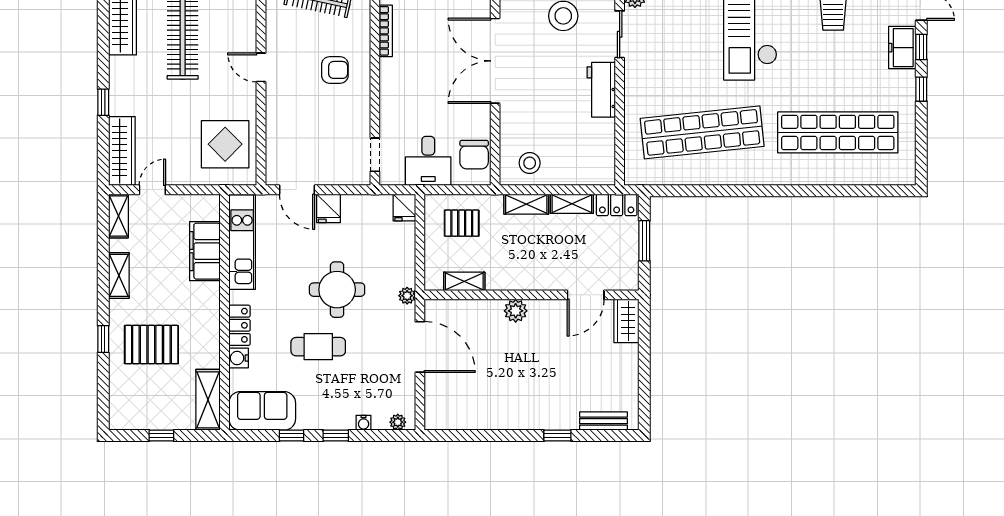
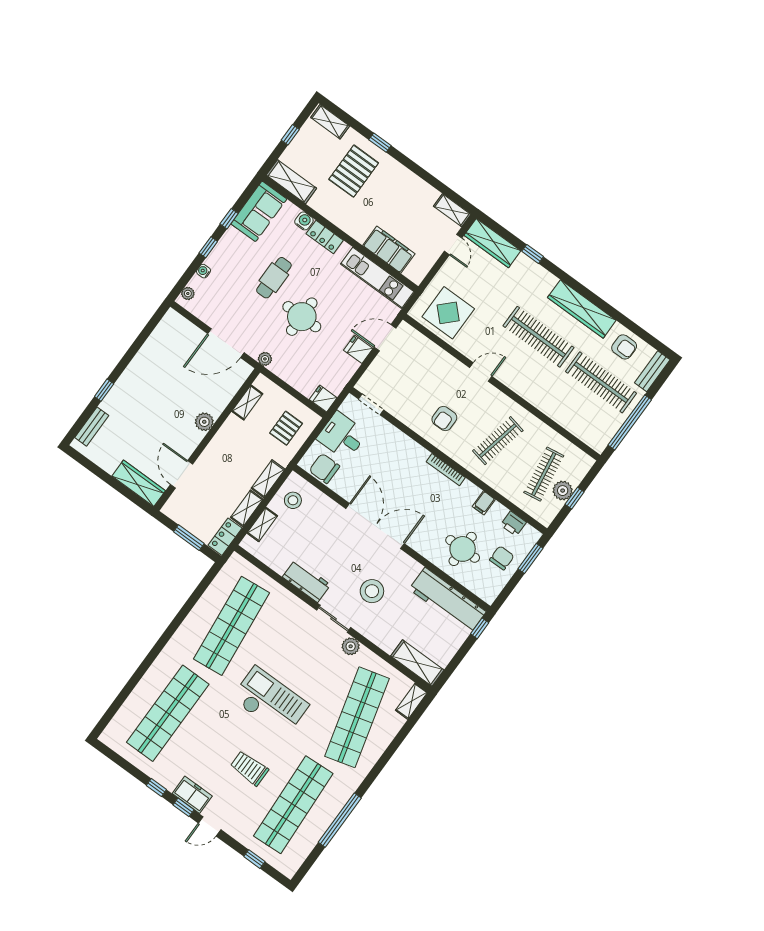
shelving: (577, 176) -> (262, 524), added
shelving: (119, 275) -> (330, 122), moved
wardrobe: (626, 321) -> (139, 483), width x1.50

